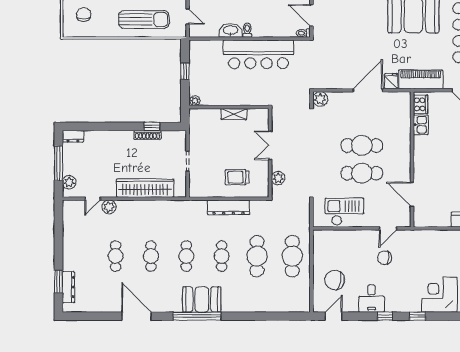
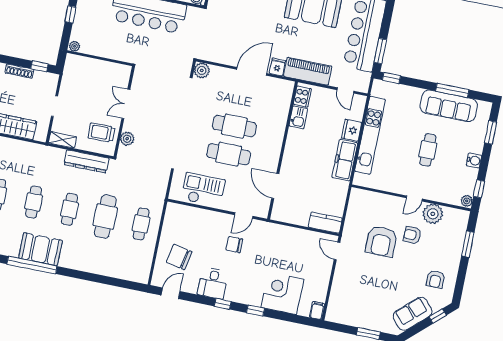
shelving: (234, 114) -> (62, 140), moved
window: (152, 126) -> (39, 66), moved
double door: (270, 145) -> (126, 104), moved
wall: (270, 153) -> (124, 111), moved
plant: (278, 178) -> (127, 139), moved
cafe table: (292, 256) -> (141, 224), width x0.73, depth x0.74

